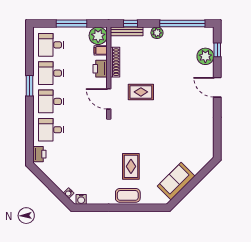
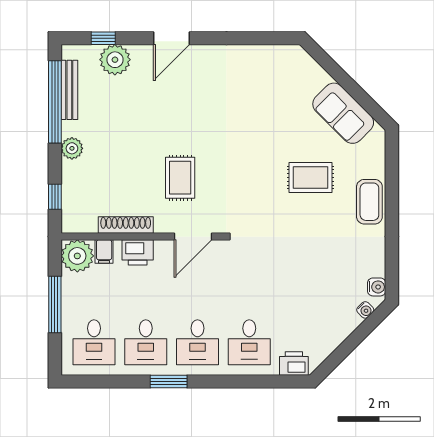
bench: (127, 31) -> (69, 90), moved
rug: (131, 166) -> (310, 178), moved

